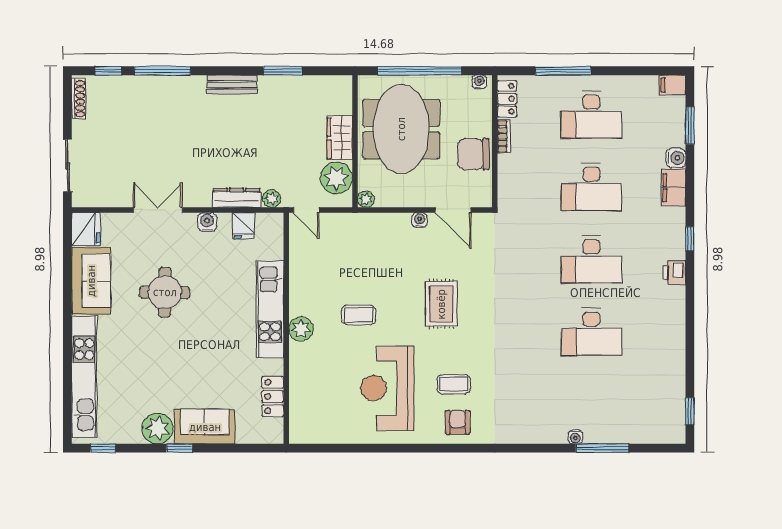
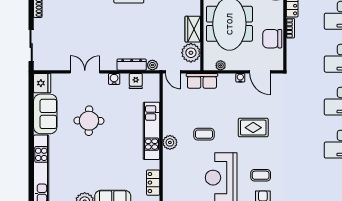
plant: (366, 199) -> (221, 65), moved
row of seats: (355, 225) -> (202, 81), added
rug: (441, 304) -> (253, 128), turned 90

